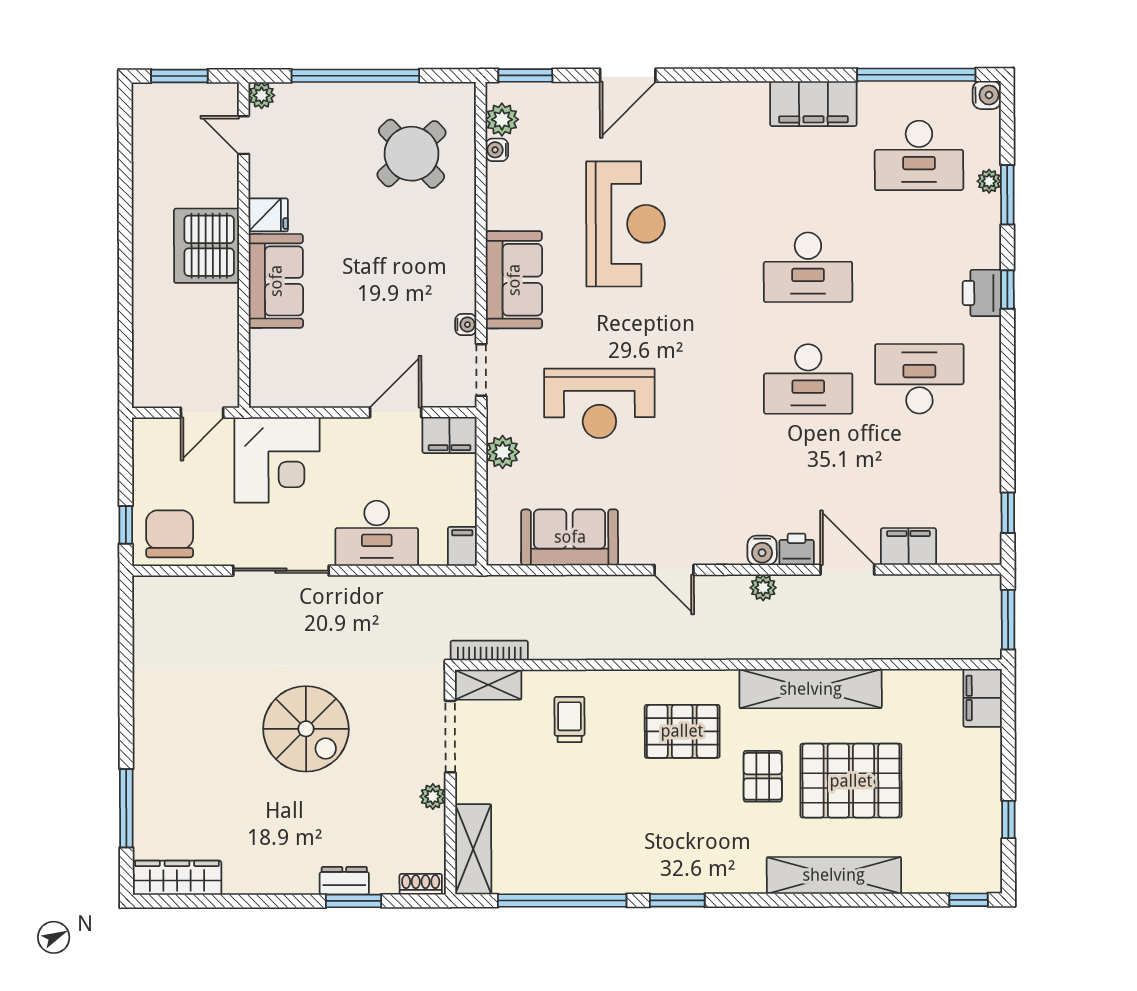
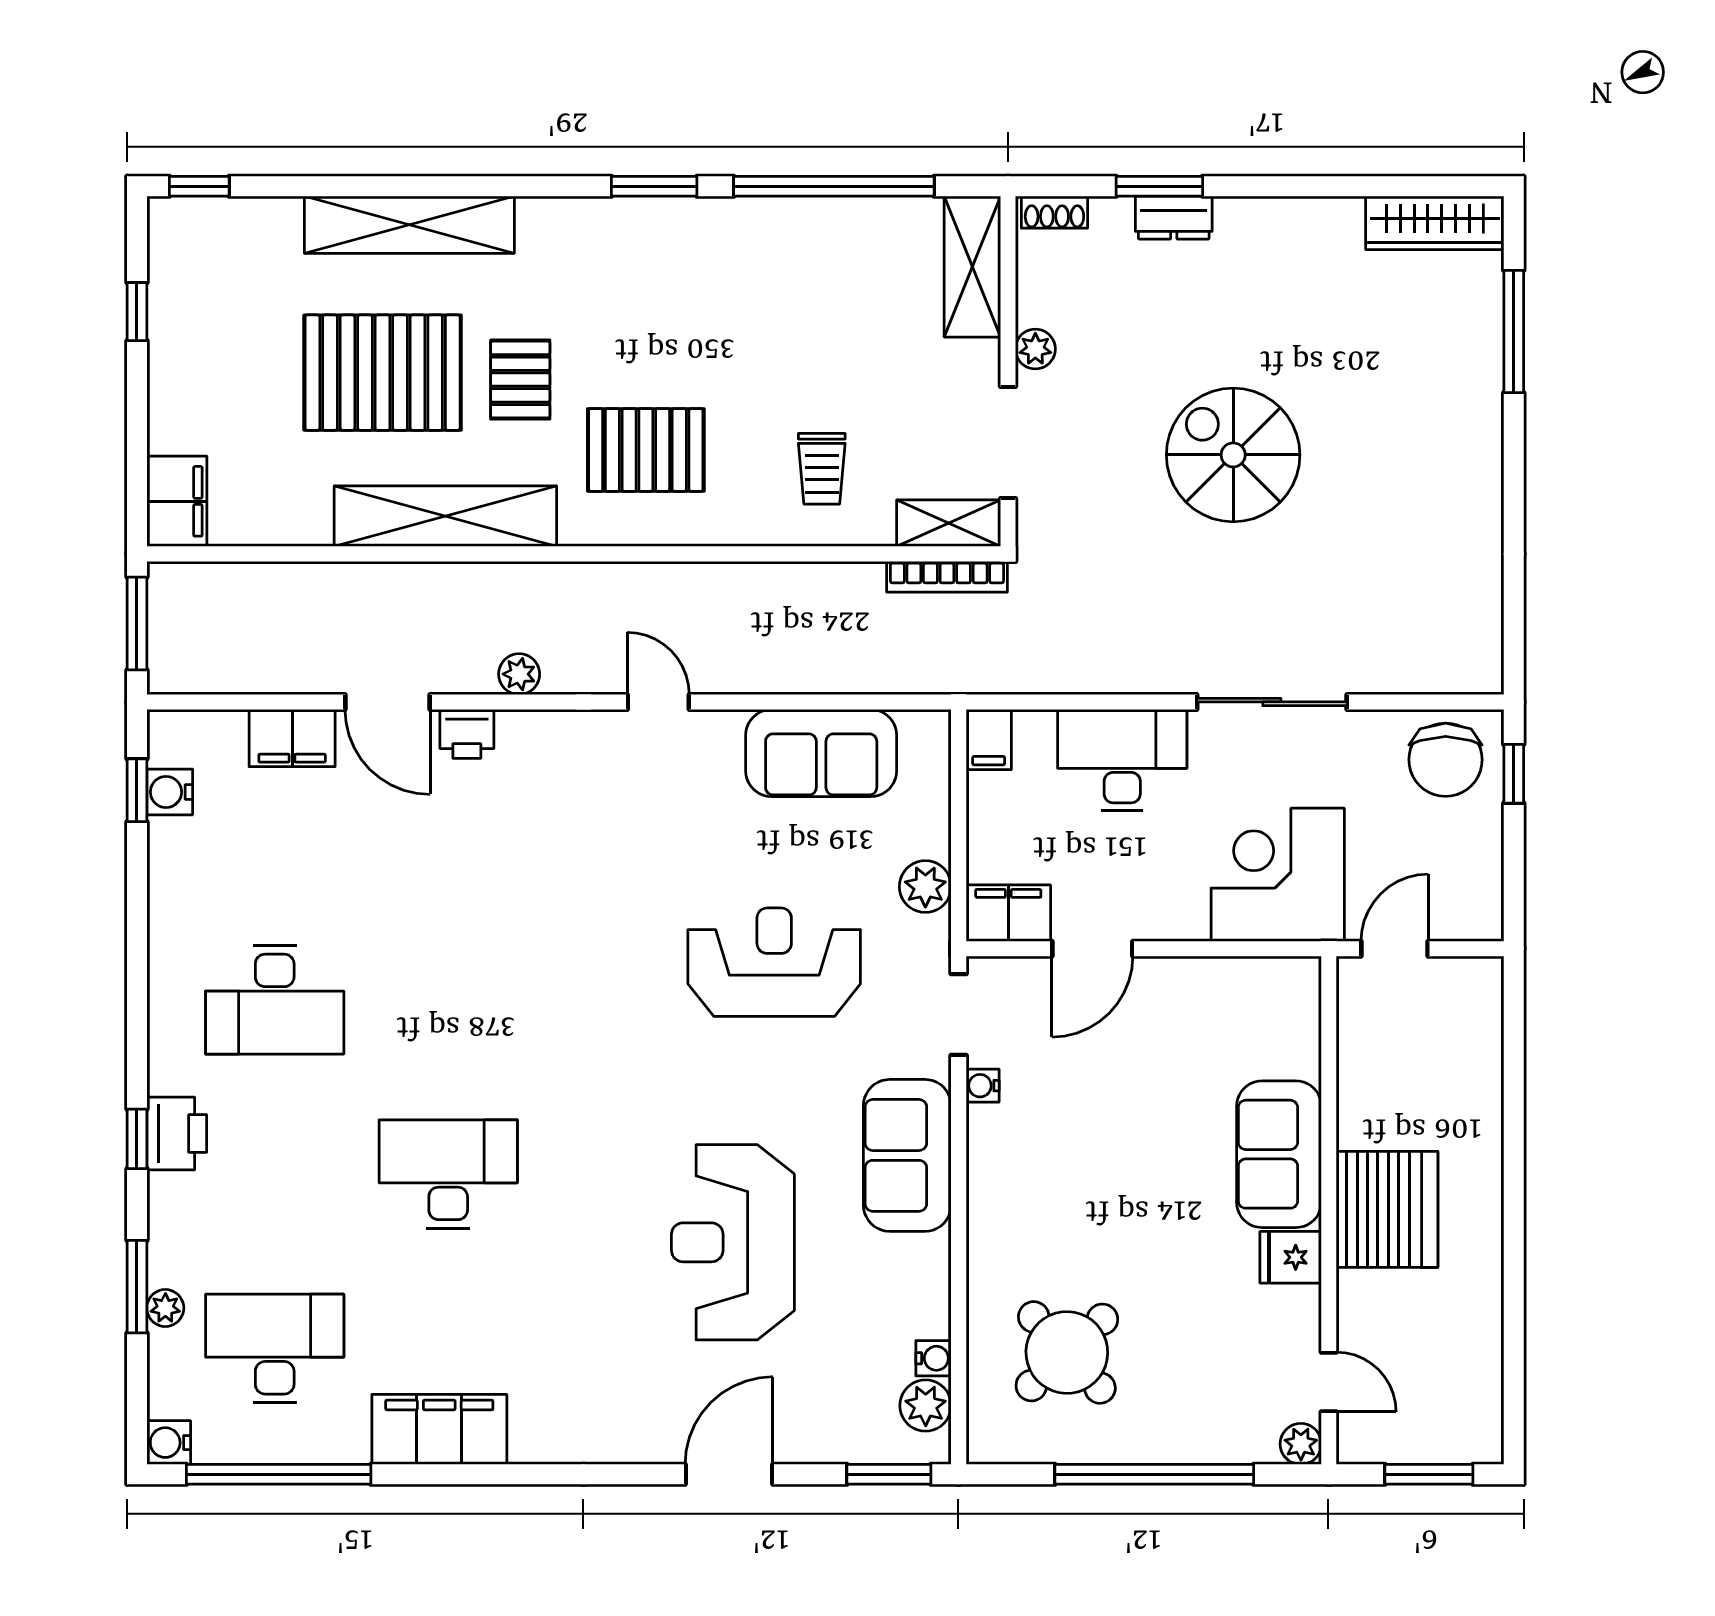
desk: (808, 379) -> (448, 1000), removed
water cooler: (762, 550) -> (170, 792), moved, turned -90

